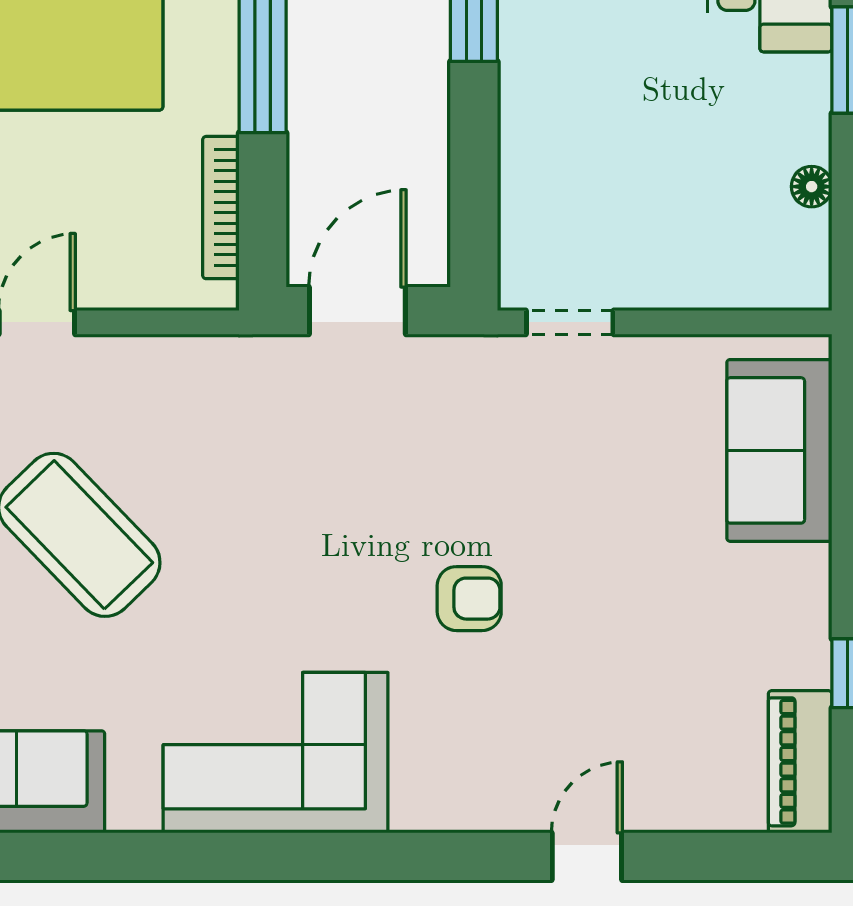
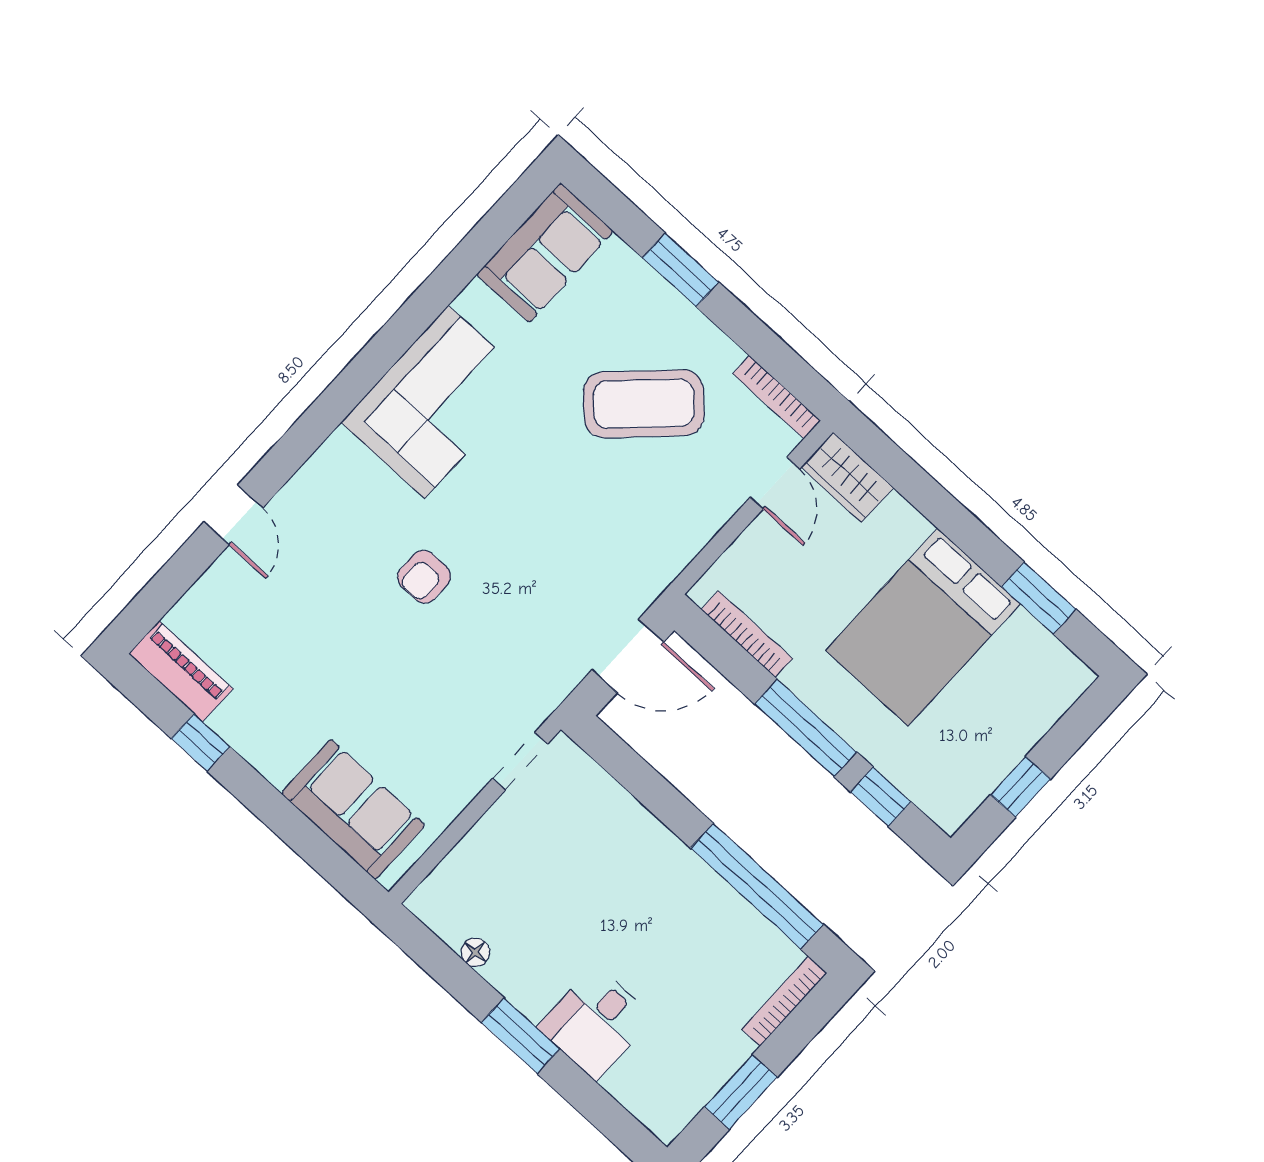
door: (357, 311) -> (628, 656), hinge flipped

